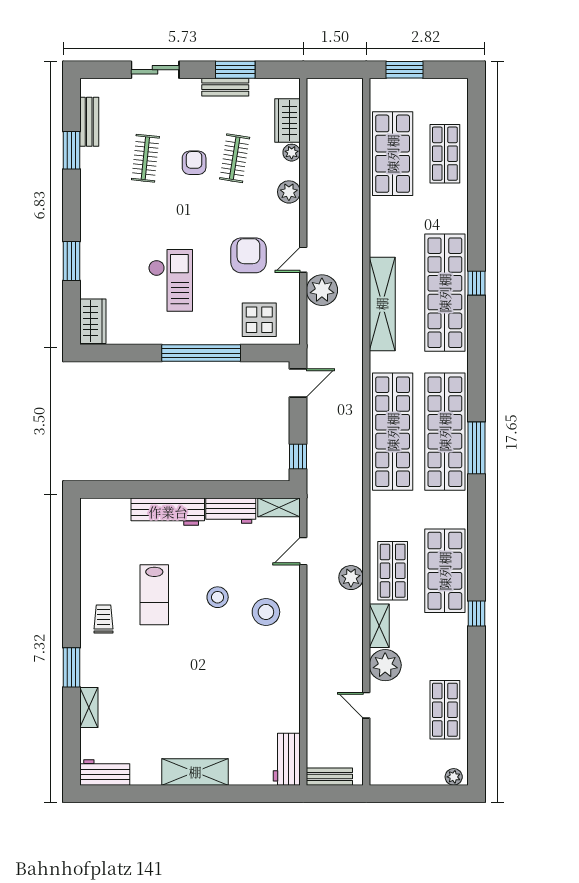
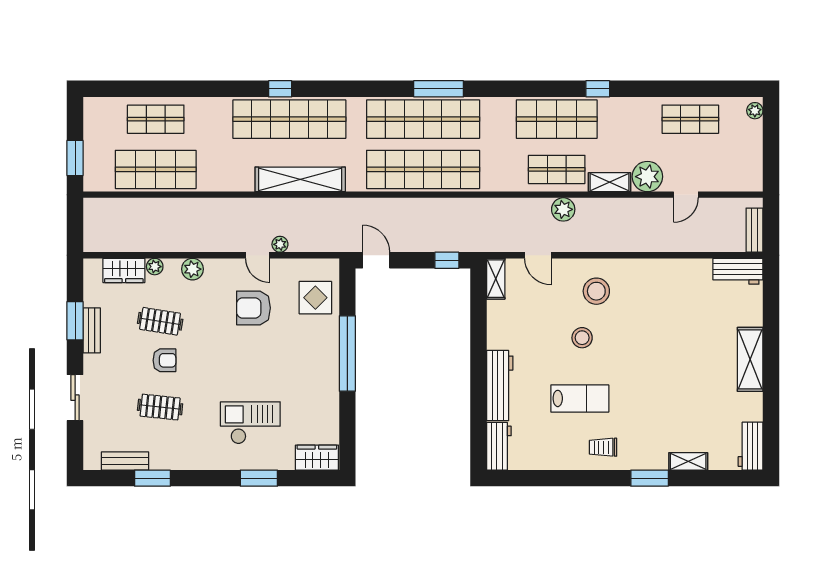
armchair: (194, 163) -> (164, 360), turned 180
checkout: (171, 280) -> (250, 423), moved
plant: (322, 290) -> (280, 244), width x0.53, depth x0.53
workbench: (231, 511) -> (499, 446), moved

